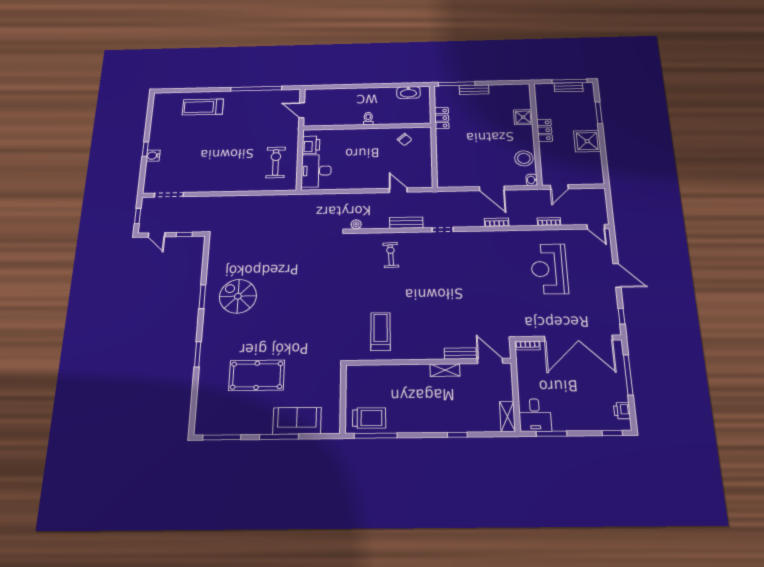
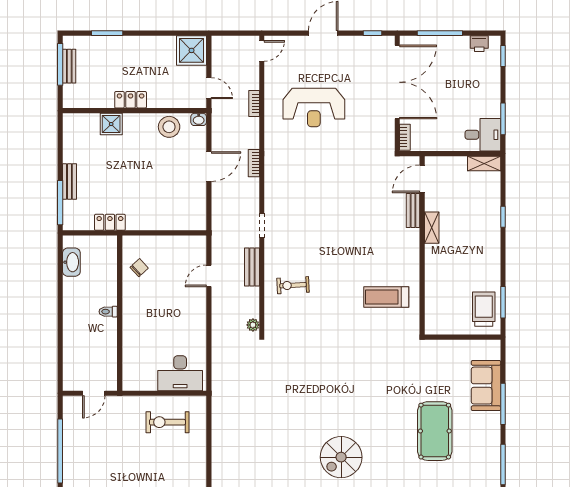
shower: (587, 141) -> (192, 50), moved
printer: (311, 145) -> (144, 380), removed
window: (376, 436) -> (503, 302), width x0.69

